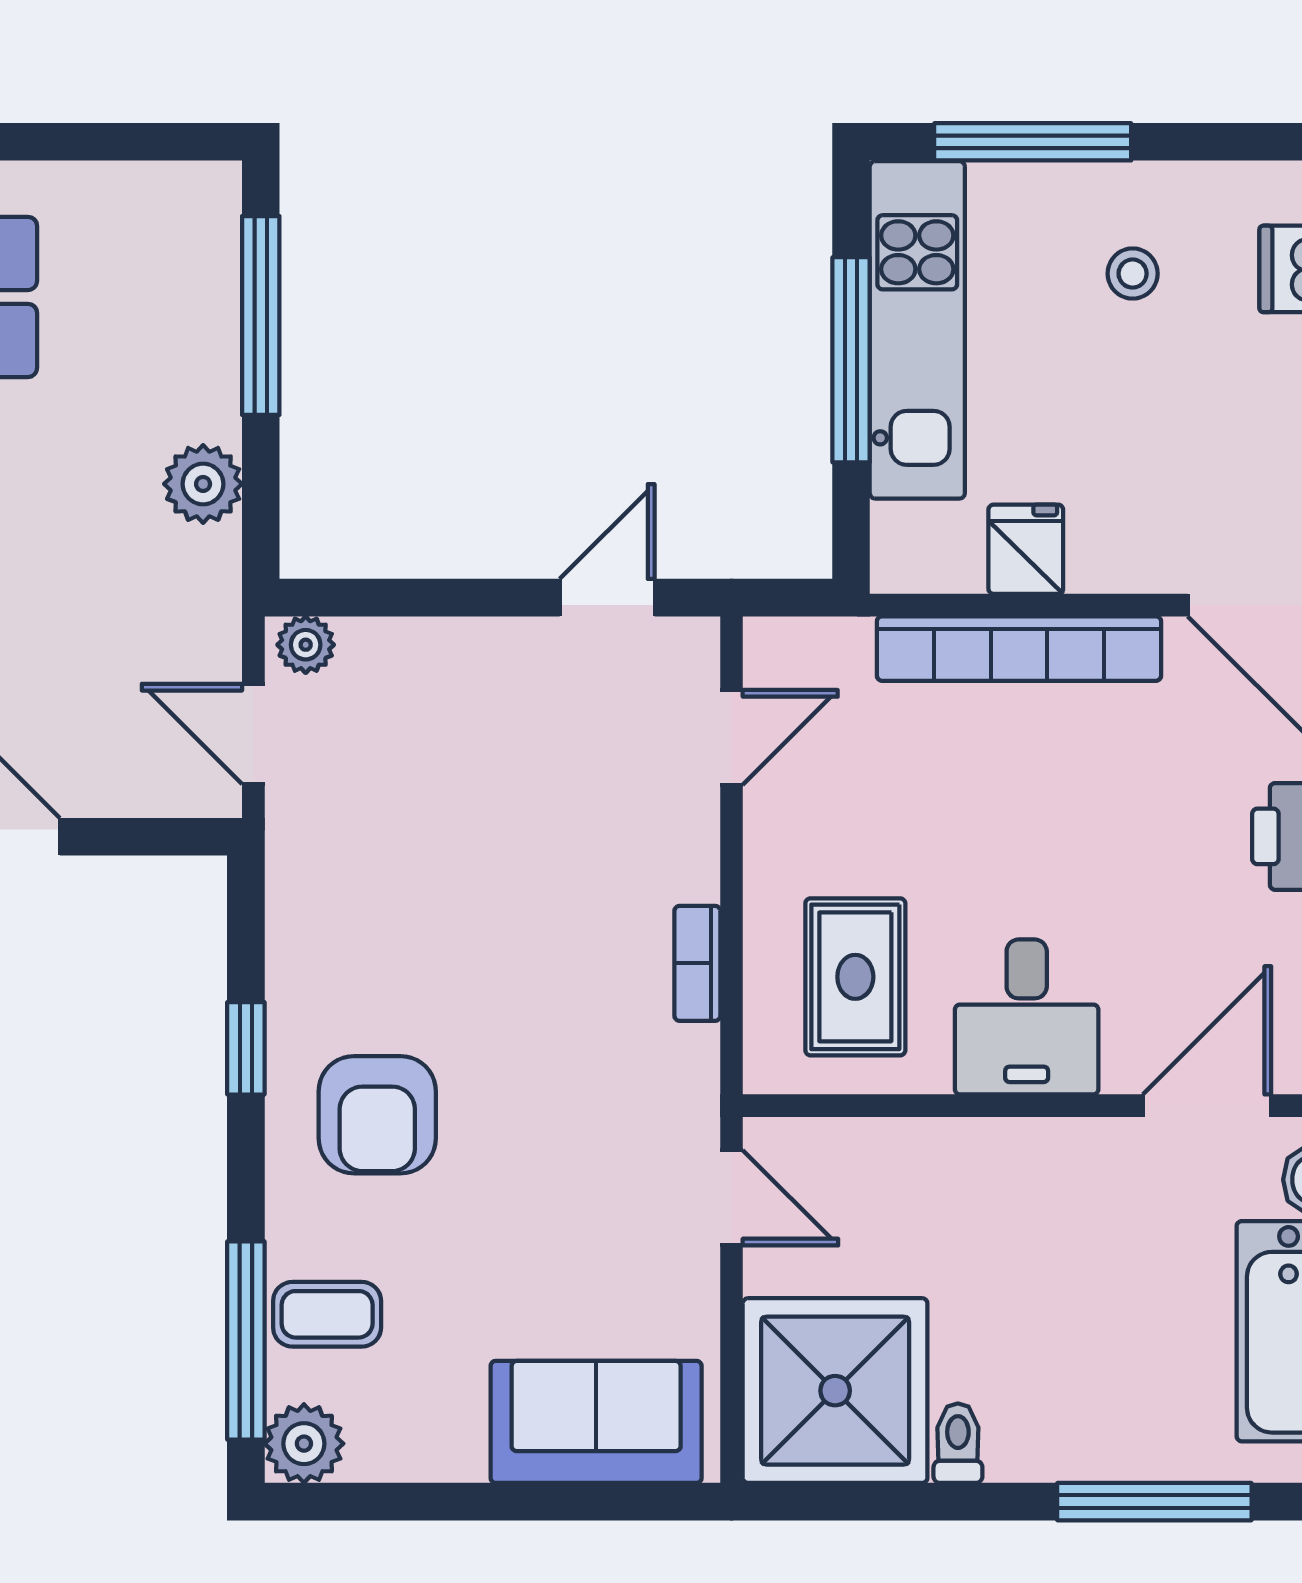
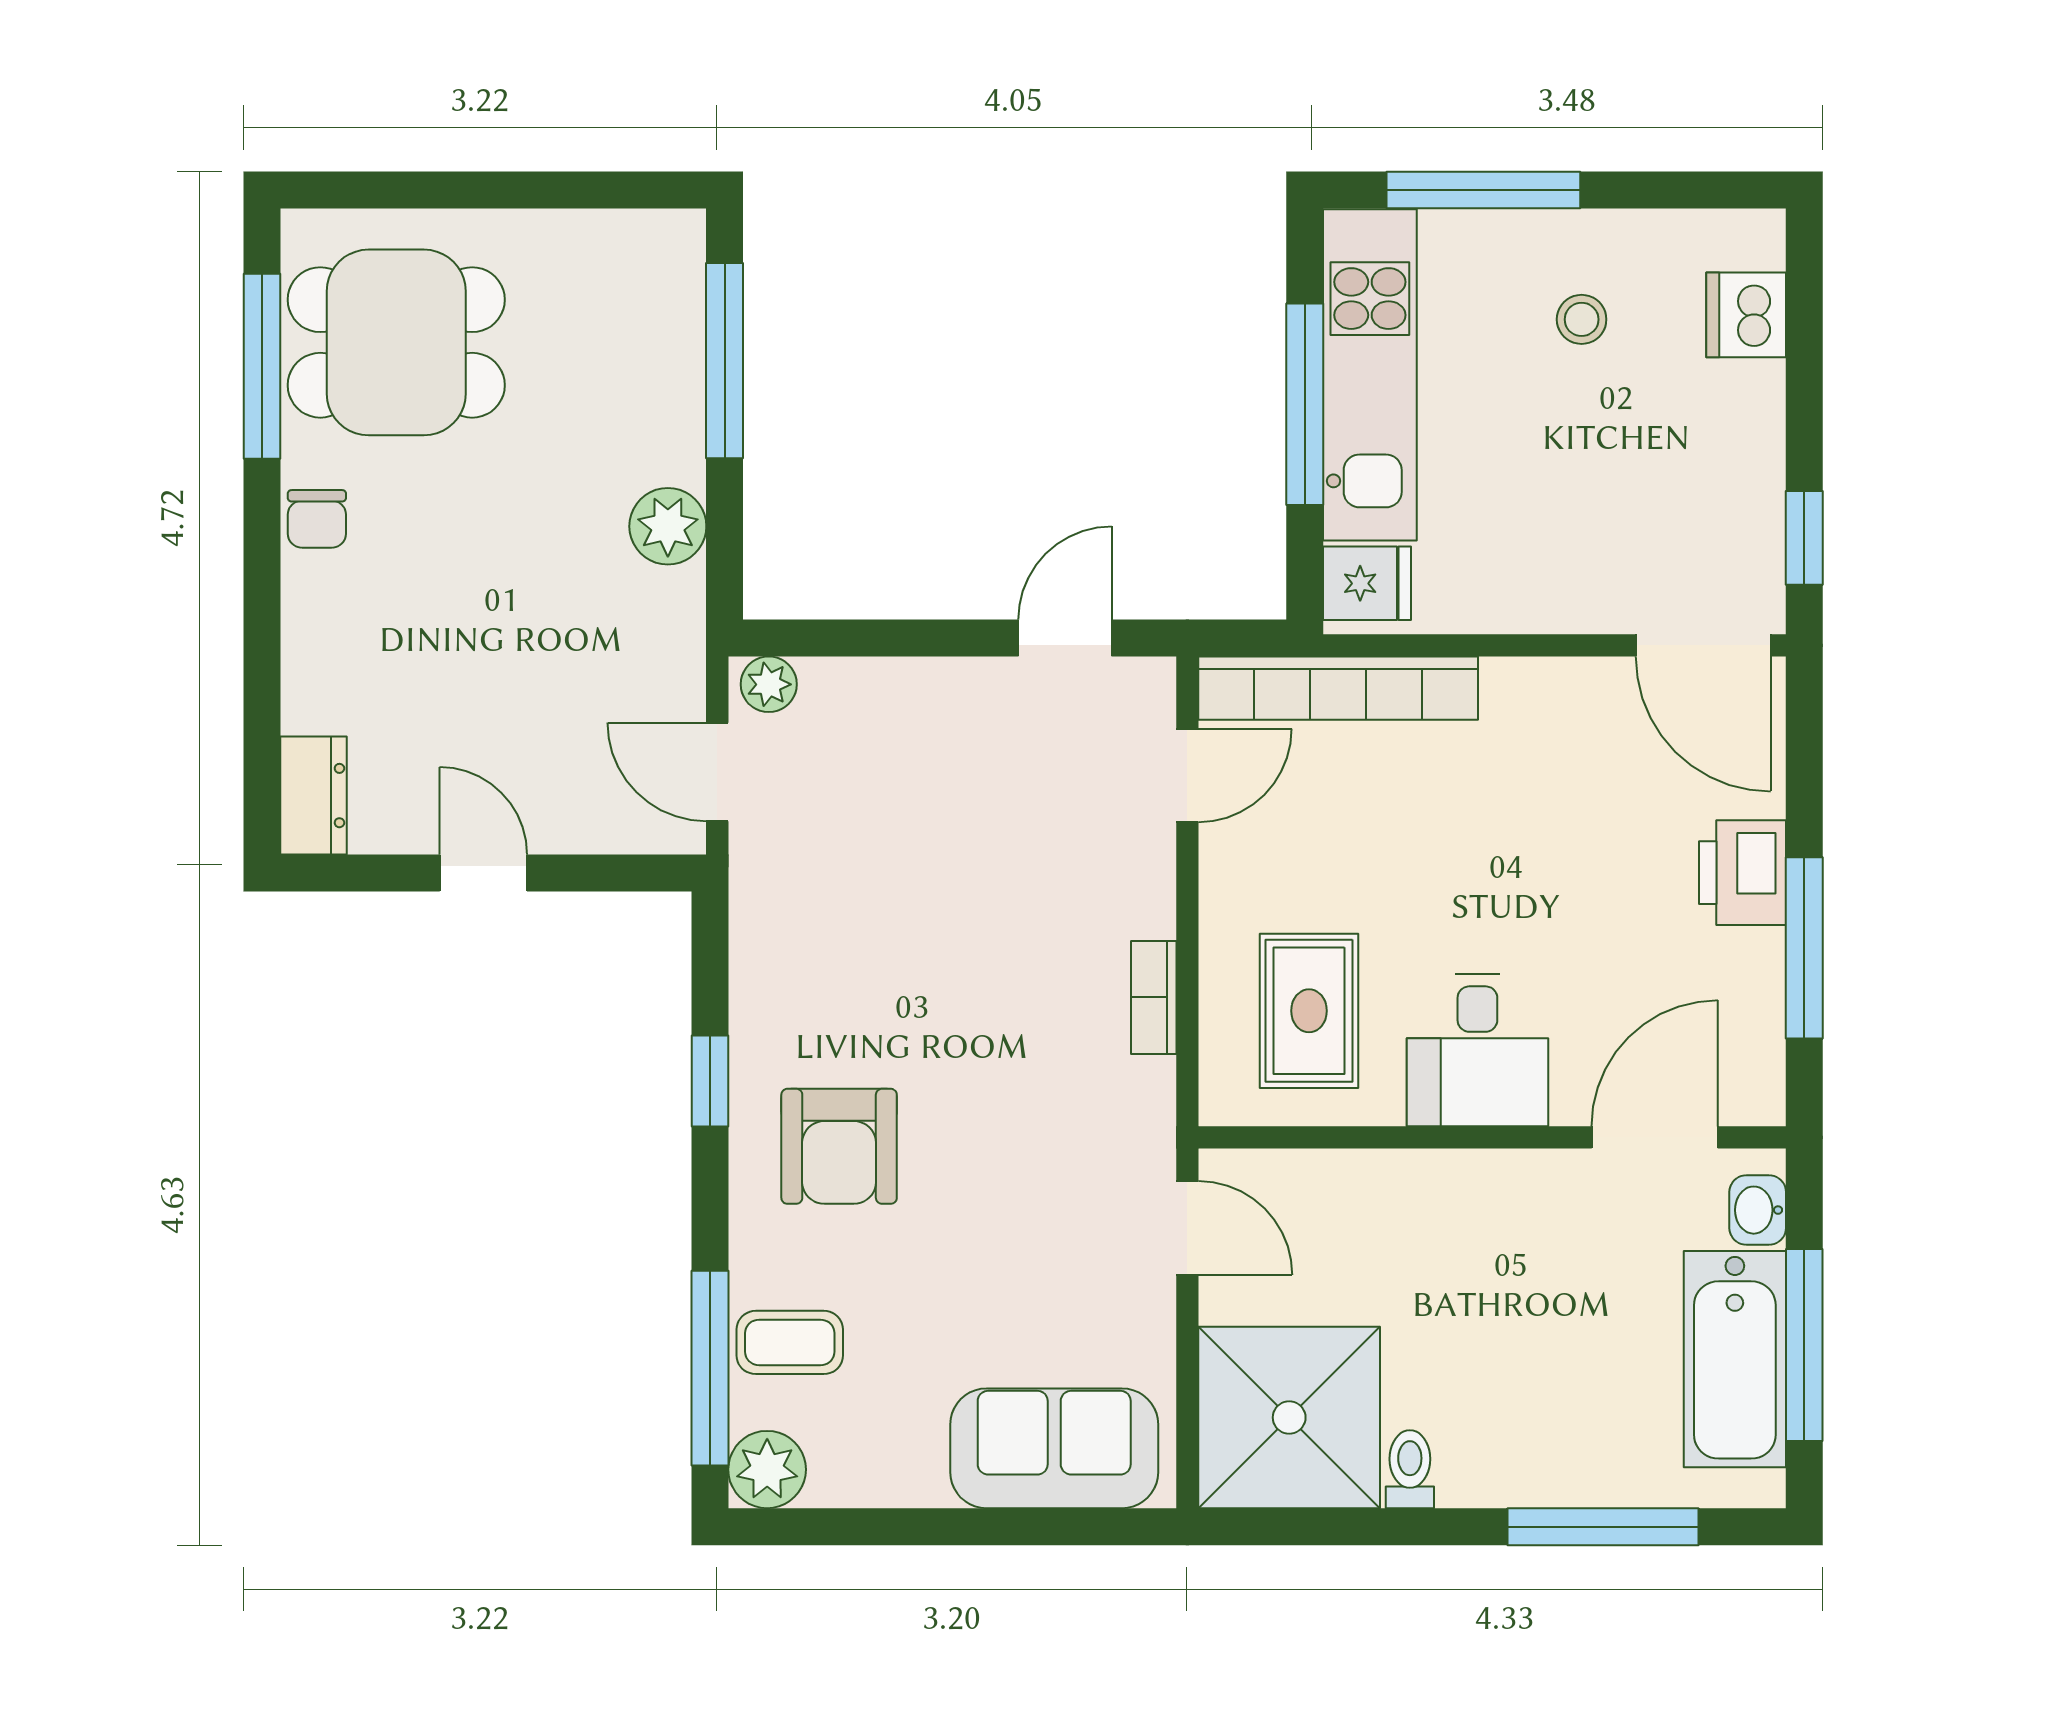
fridge: (1026, 549) -> (1367, 583), moved, turned 90
bookcase: (1019, 649) -> (1338, 688), moved

